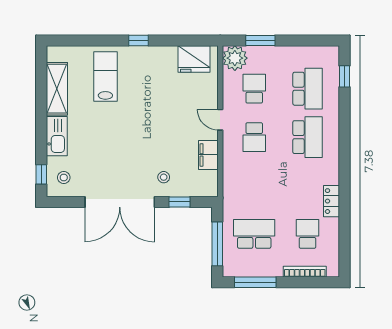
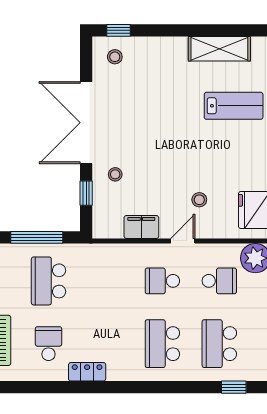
school desk: (307, 89) -> (219, 344), turned 90
stool: (185, 106) -> (199, 200), added
kitchen sink: (57, 136) -> (164, 49), removed
school desk: (307, 137) -> (162, 344), turned 90
school desk: (254, 234) -> (48, 281), turned 180
school desk: (307, 234) -> (48, 344), turned -90

